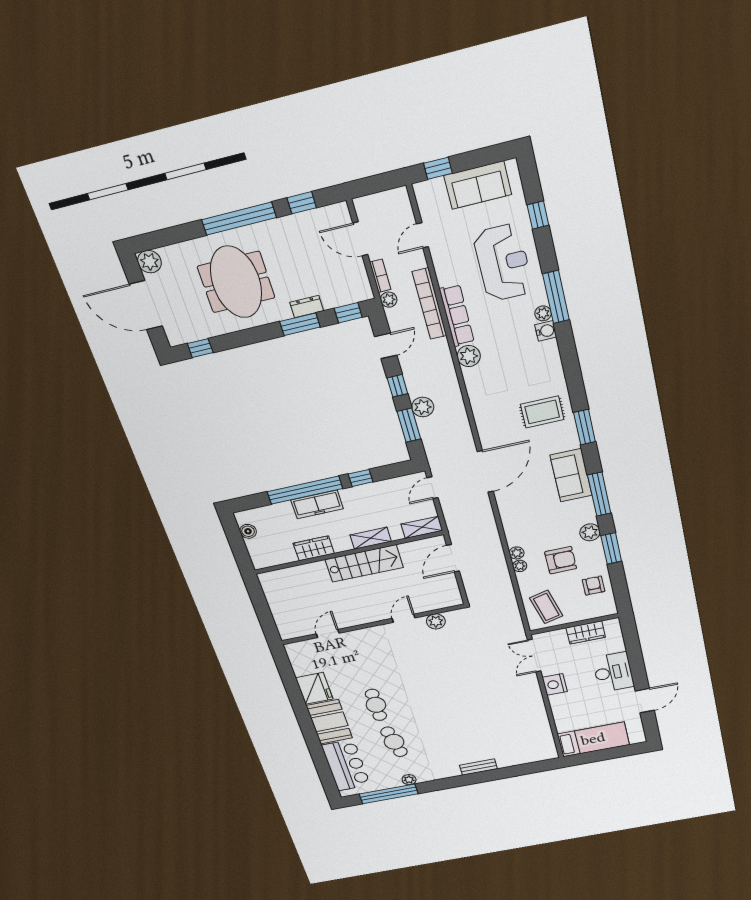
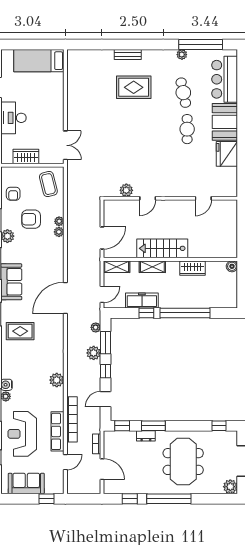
plant: (389, 300) -> (96, 327), moved
row of seats: (457, 316) -> (57, 431), moved
freezer: (317, 504) -> (142, 300), moved
boiler: (248, 531) -> (232, 266), moved
nightstand: (555, 684) -> (56, 117), removed
rug: (460, 735) -> (134, 87), added

